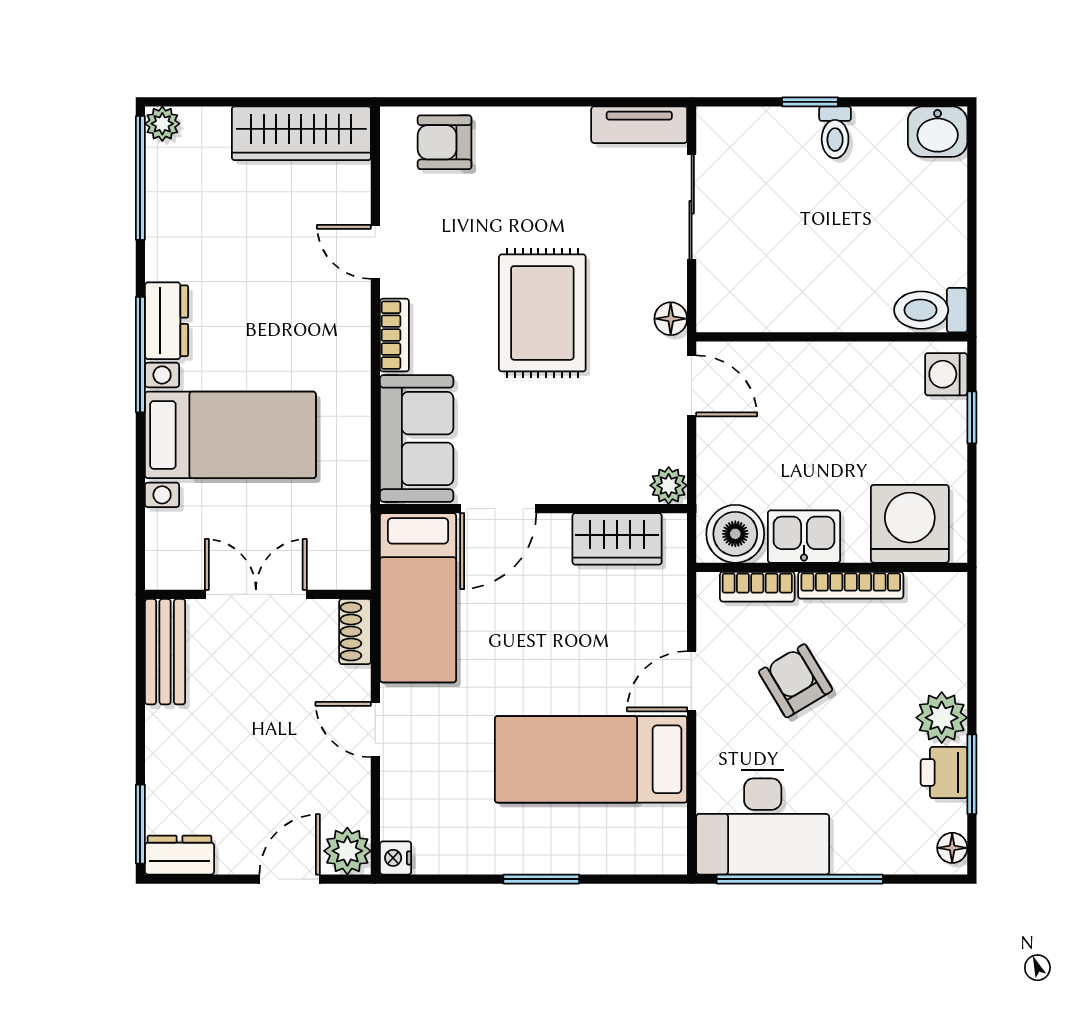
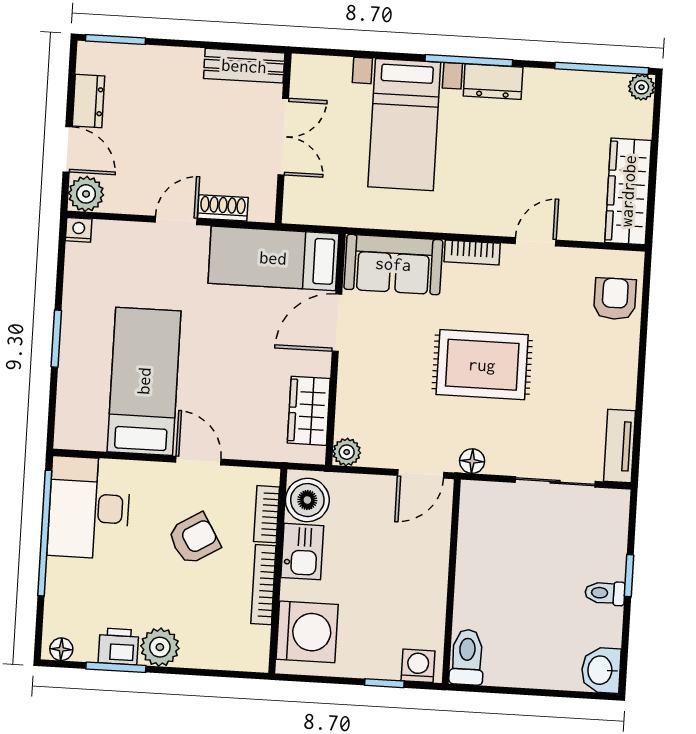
door: (498, 509) -> (337, 323), hinge flipped
shoe rack: (355, 632) -> (223, 208), moved
dresser: (180, 855) -> (88, 101), moved

